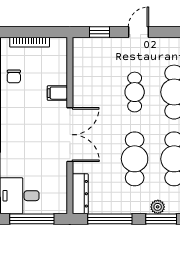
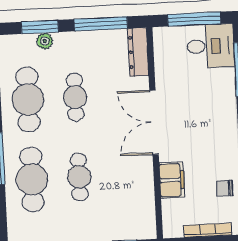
chair: (14, 76) -> (225, 188), turned -90
filing cabinet: (57, 93) -> (172, 180), width x2.00
cafe table: (135, 159) -> (75, 97), width x0.73, depth x0.74

